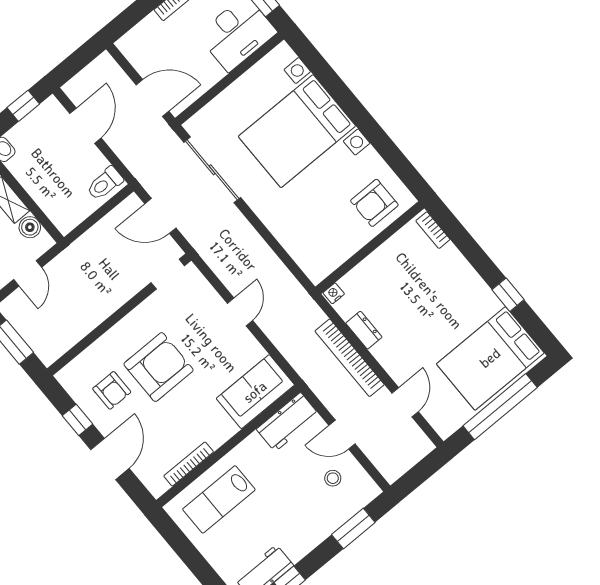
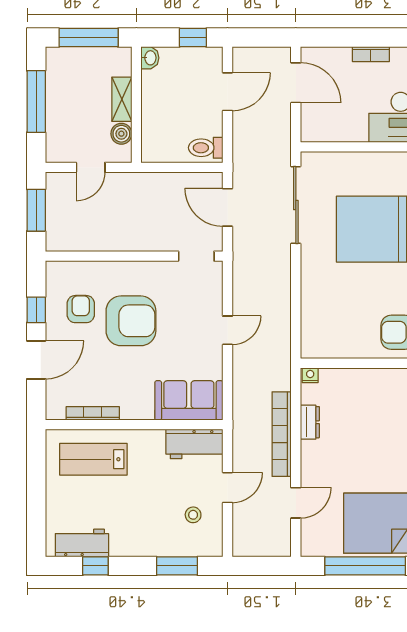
door: (153, 98) -> (296, 83), moved
armchair: (112, 390) -> (81, 309), turned 180
door: (342, 435) -> (227, 488), swing flipped

